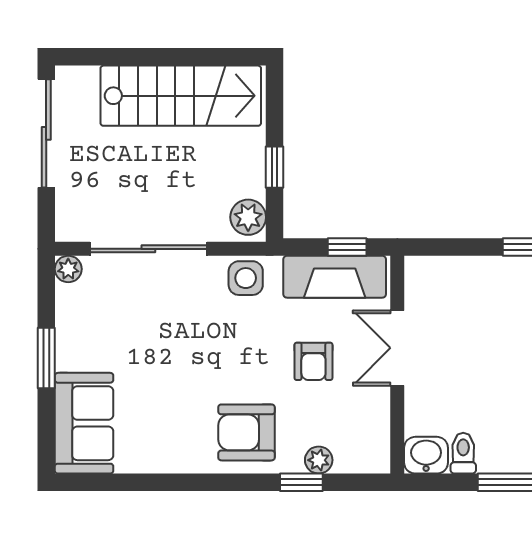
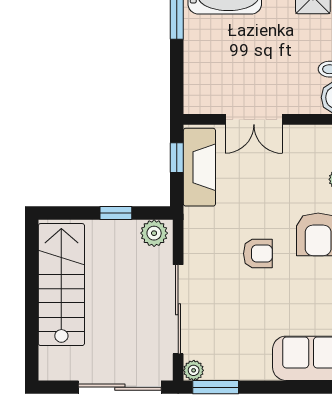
sliding door: (46, 133) -> (120, 387), moved
side table: (246, 278) -> (200, 235), removed
window: (46, 358) -> (216, 387), moved
armchair: (313, 361) -> (258, 254), moved

